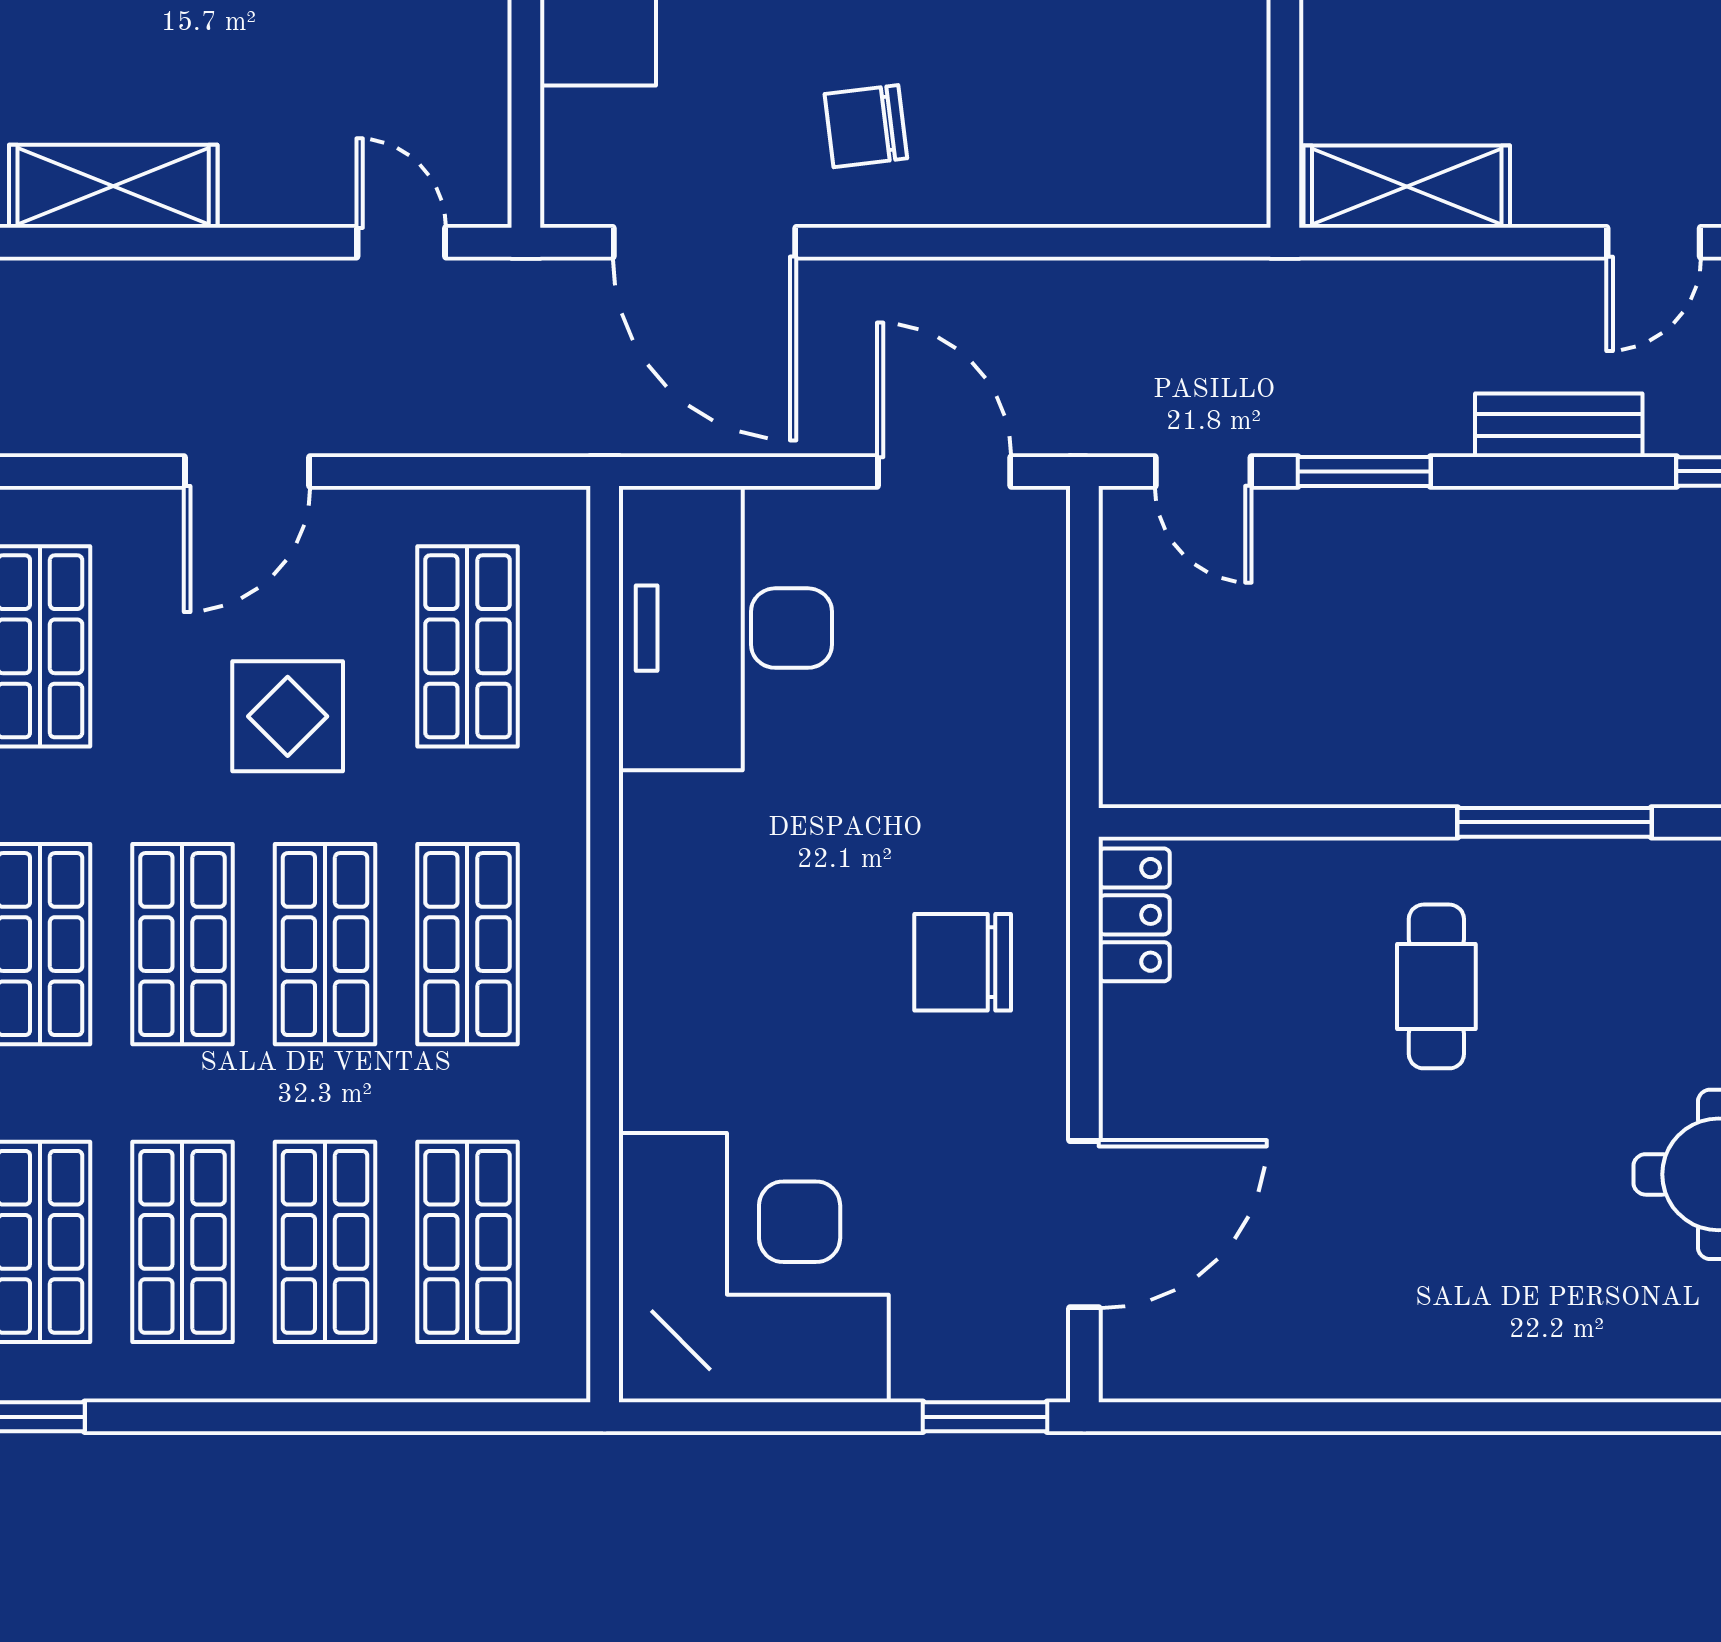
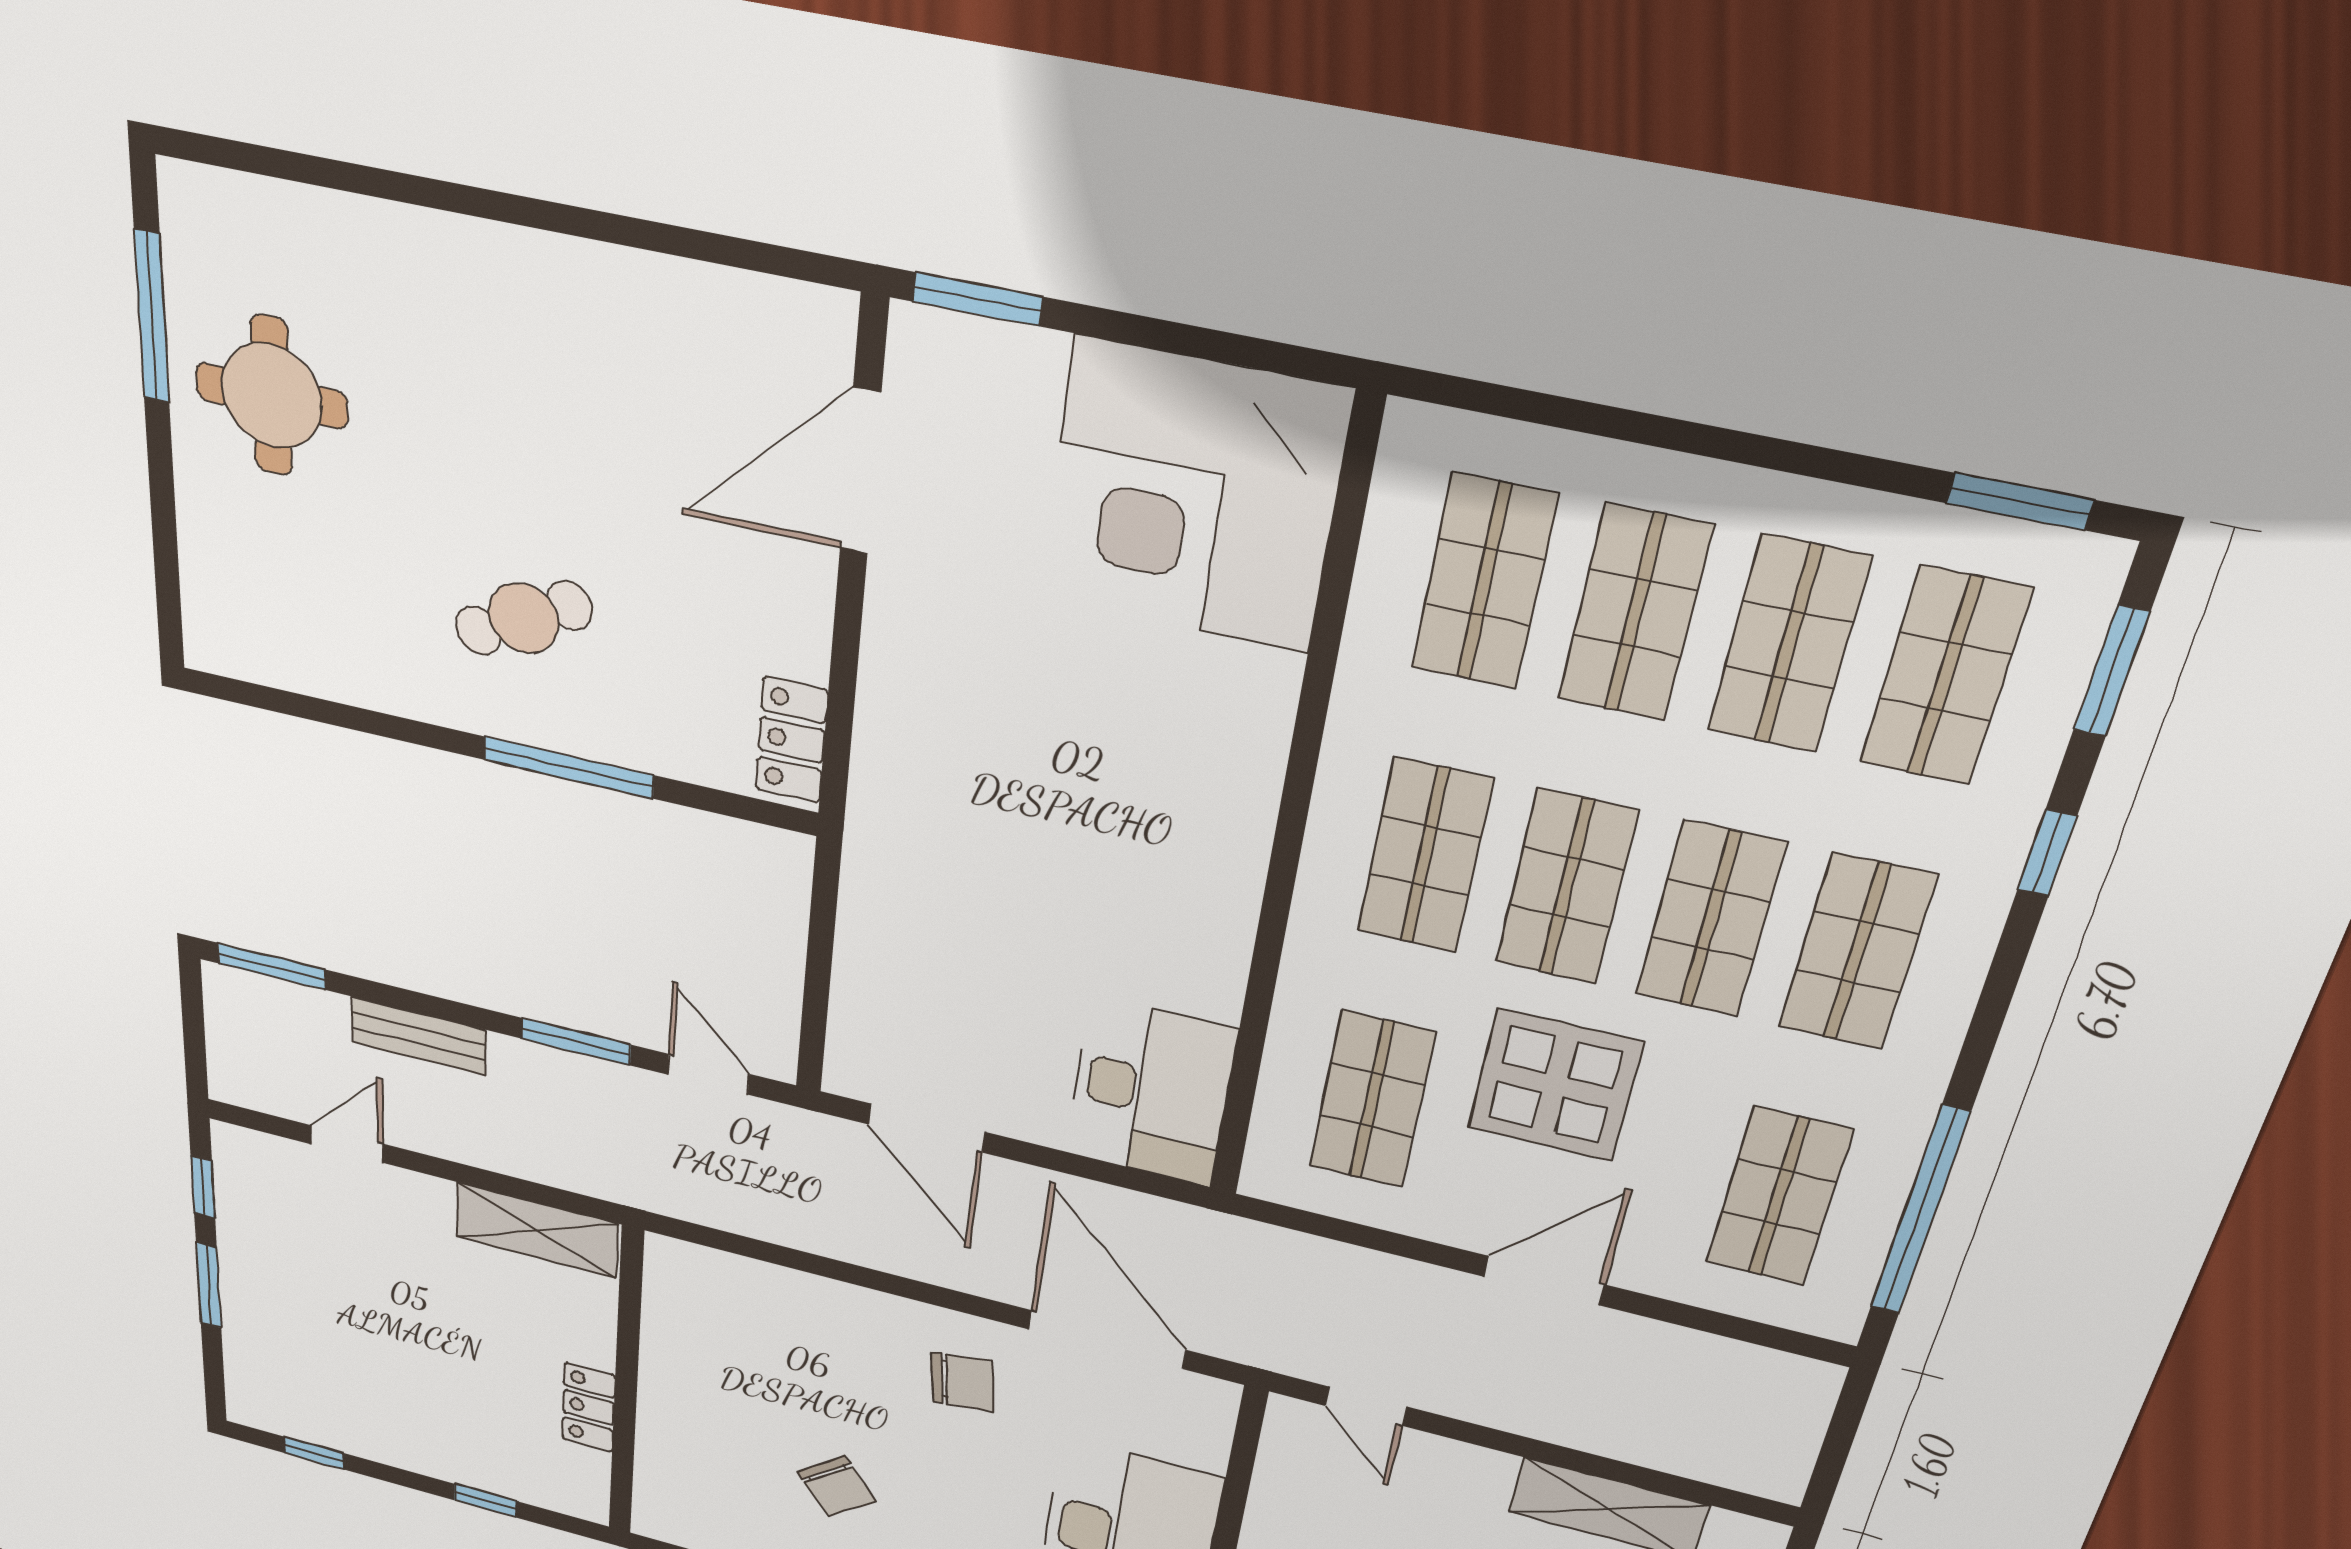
desk: (725, 628) -> (1151, 1092), width x0.73, depth x0.77
display table: (288, 716) -> (1555, 1085), width x1.36, depth x1.36
window: (1555, 822) -> (569, 767), moved
chair: (963, 962) -> (953, 734), removed
cafe table: (1436, 986) -> (524, 618), turned 63

